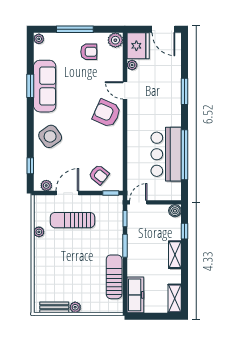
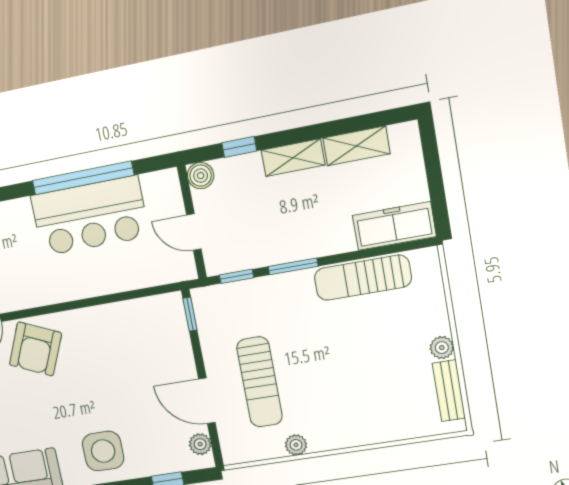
side table: (50, 136) -> (103, 451), turned 35
armchair: (99, 175) -> (158, 344), removed
door: (138, 202) -> (194, 232), moved
shelving: (175, 298) -> (356, 146), moved

